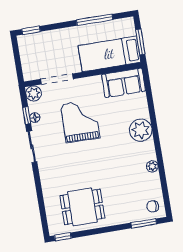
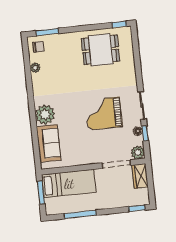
wardrobe: (29, 67) -> (140, 176), added
sofa: (124, 83) -> (49, 143), moved, turned 90
grand piano: (80, 121) -> (104, 113), moved, turned 89
plant: (152, 166) -> (35, 68), moved

